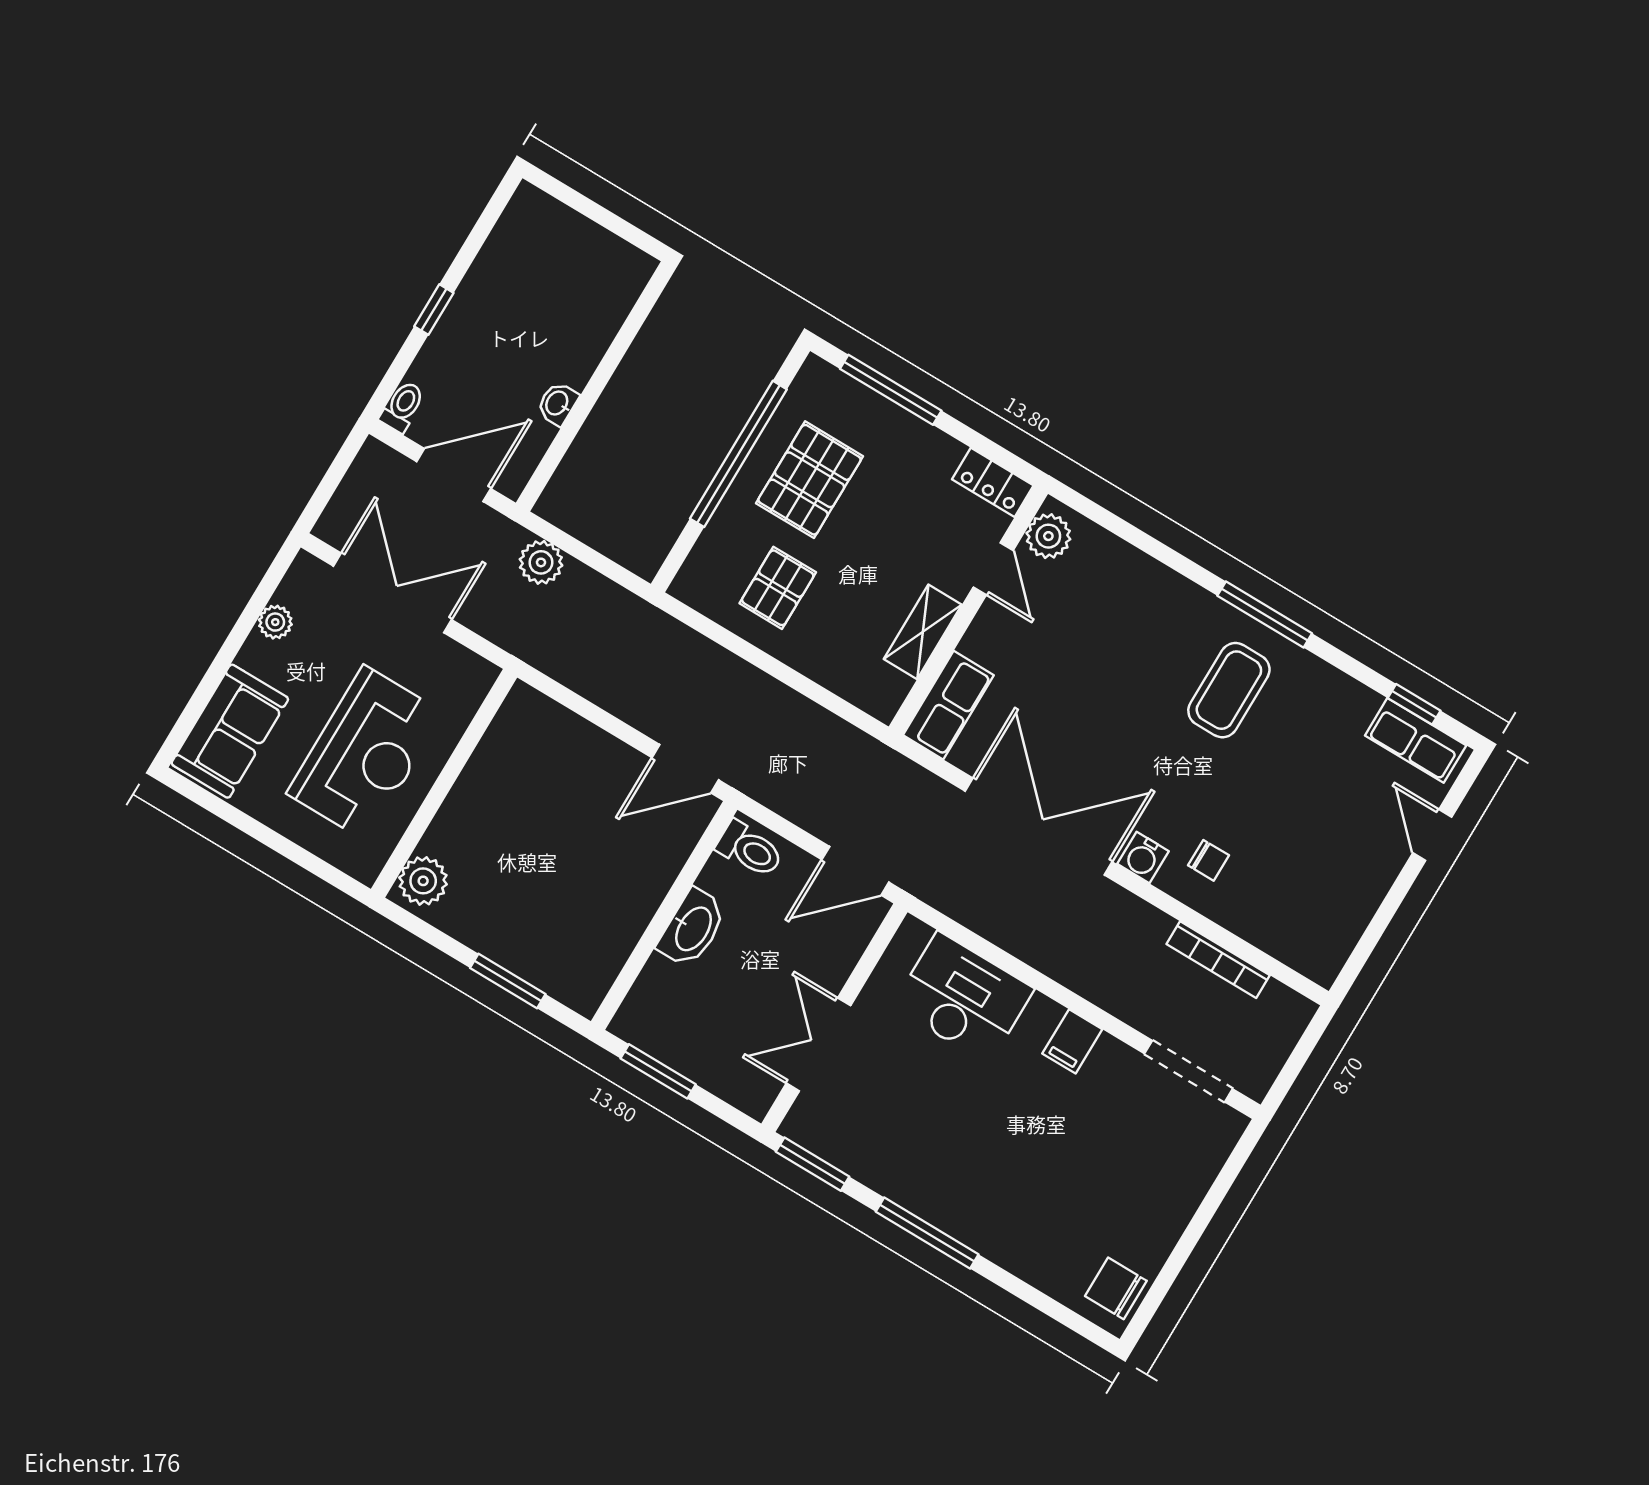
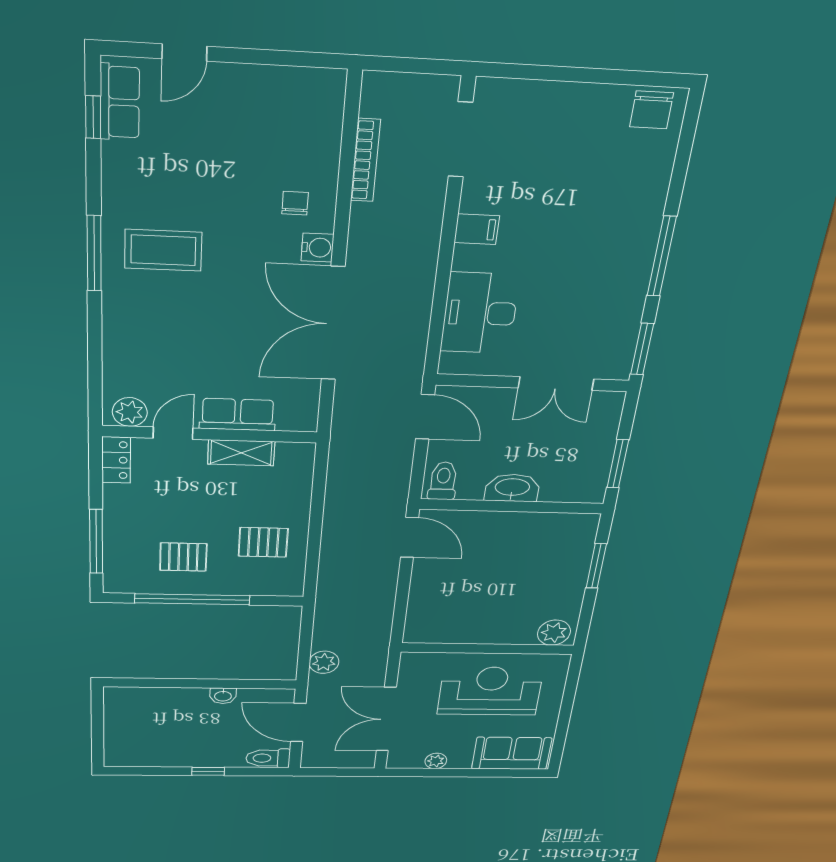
toilet: (402, 407) -> (268, 758), width x1.37, depth x1.39
pallet: (810, 480) -> (183, 557), width x0.67, depth x0.71
row of seats: (948, 705) -> (238, 415), moved

